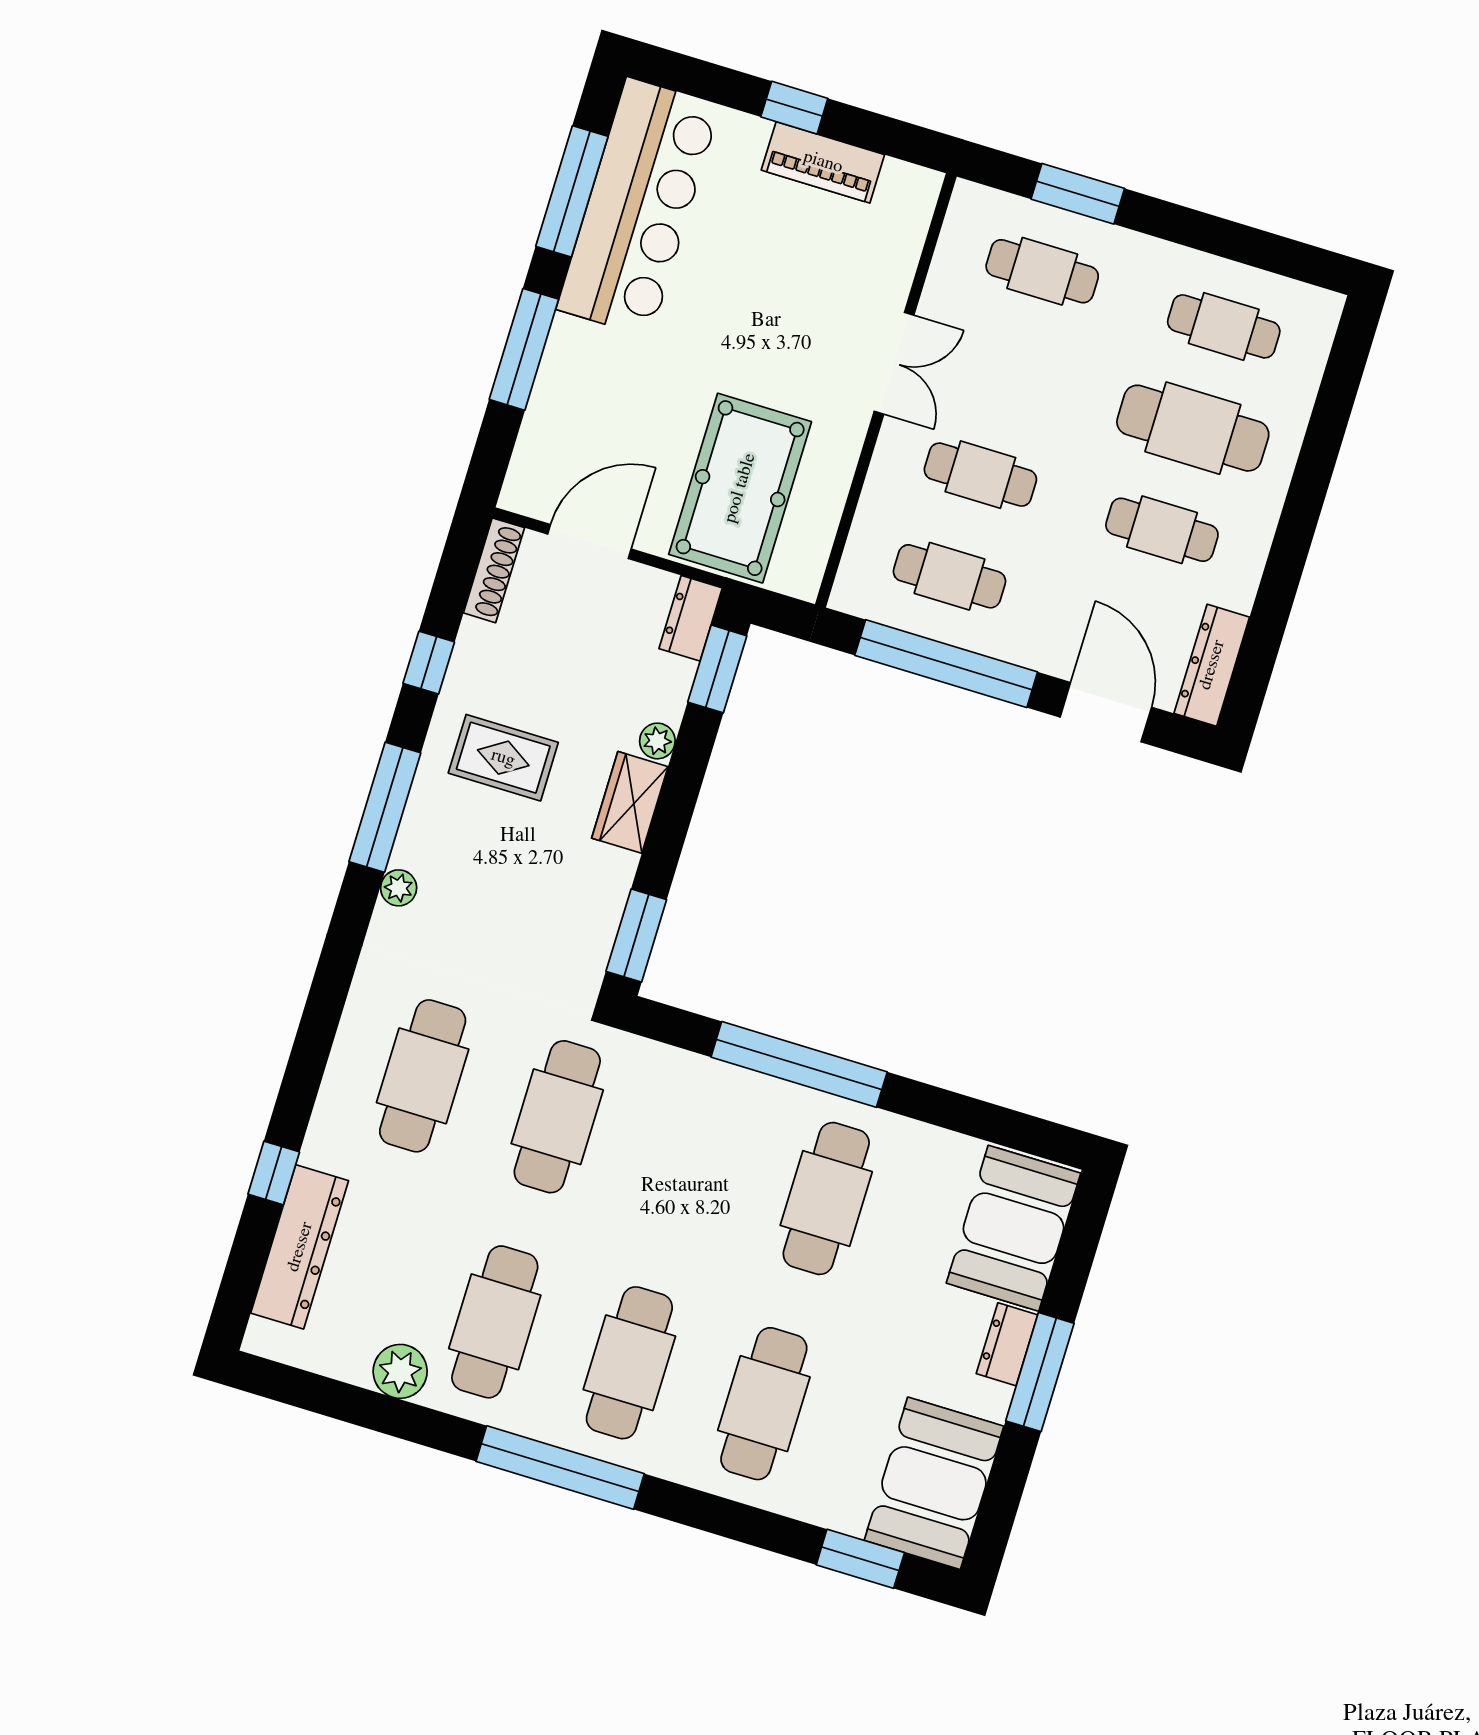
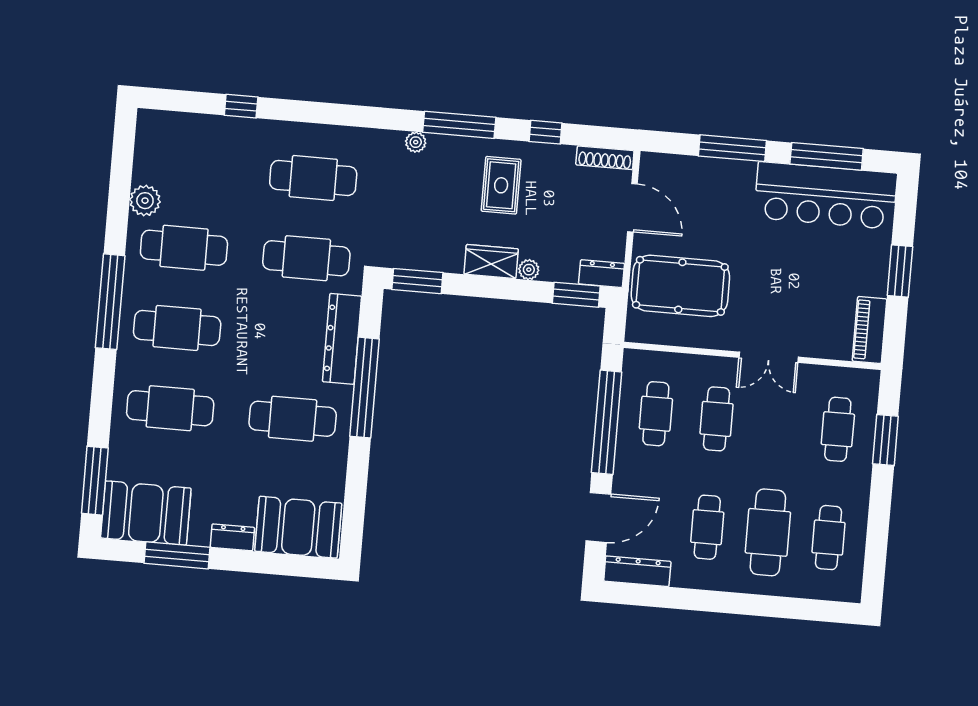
window: (794, 108) -> (900, 271), width x1.50
piano: (823, 162) -> (870, 330), moved
dresser: (300, 1247) -> (342, 339), moved, turned 90
window: (1040, 1372) -> (177, 555), moved
window: (860, 1559) -> (95, 481), width x1.44

